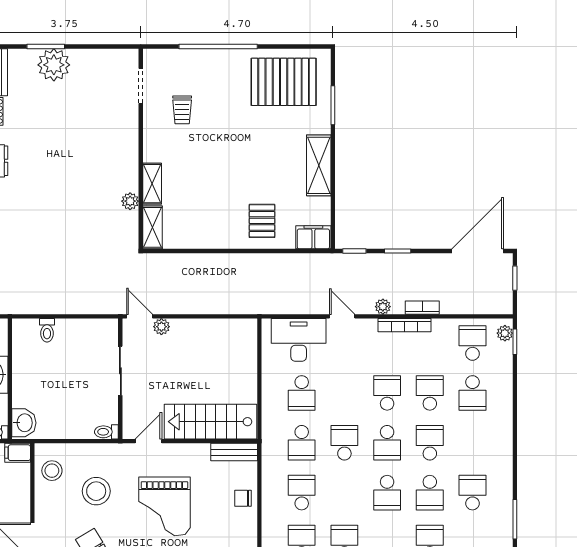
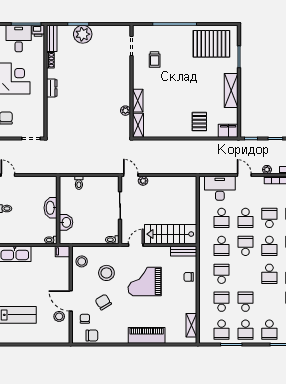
school desk: (344, 393) -> (245, 218), added
washbasin: (24, 423) -> (66, 222), moved
grand piano: (164, 506) -> (145, 281), turned 90

